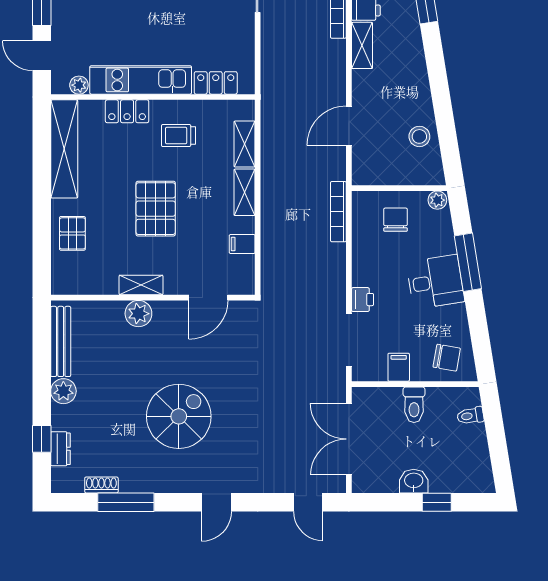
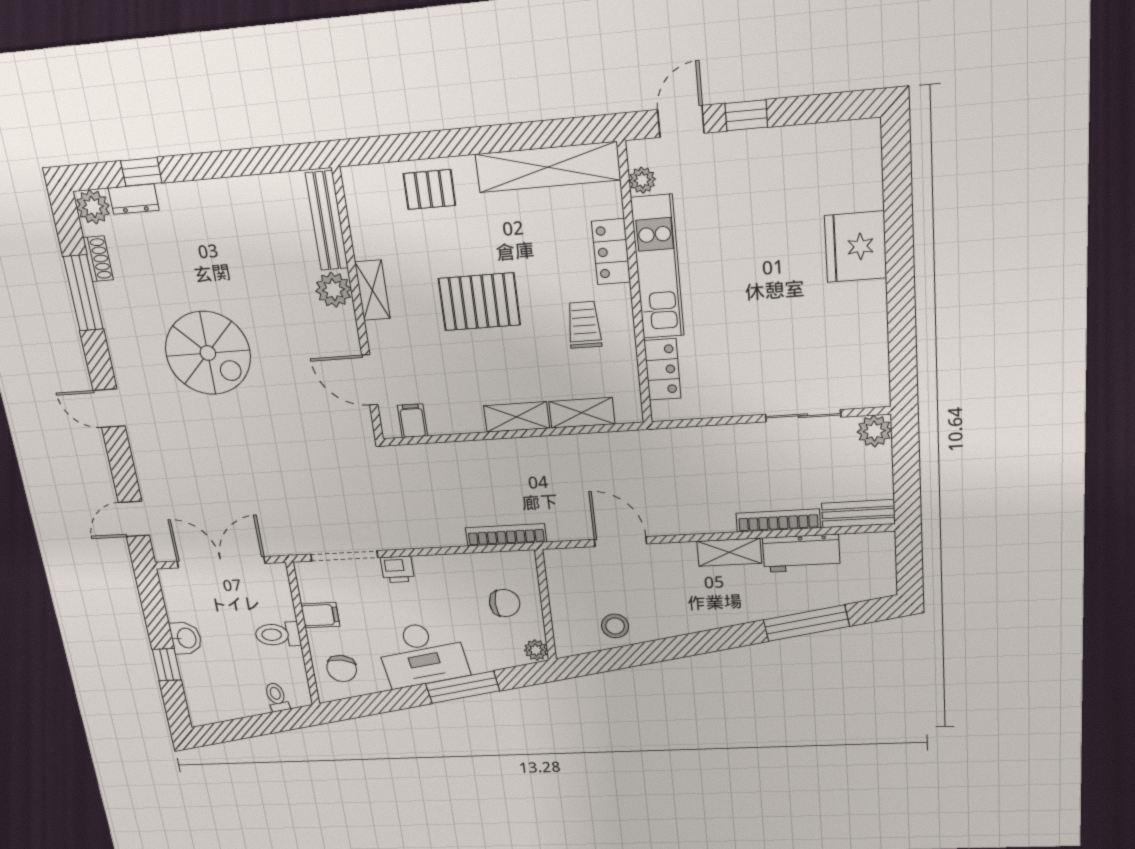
filing cabinet: (242, 244) -> (412, 421), moved
desk: (435, 282) -> (422, 654), width x1.37
bench: (61, 341) -> (327, 221), moved, turned 90
plant: (63, 391) -> (93, 207), moved

